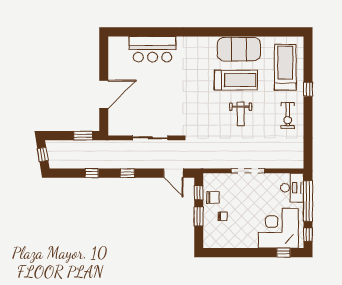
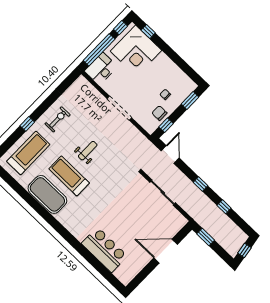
treadmill: (285, 67) -> (28, 153), turned 180
window: (199, 216) -> (190, 100), moved

